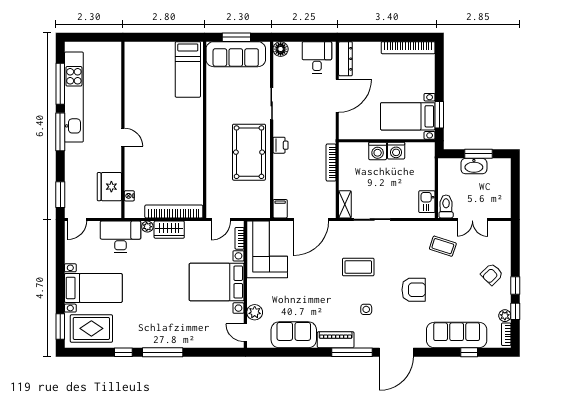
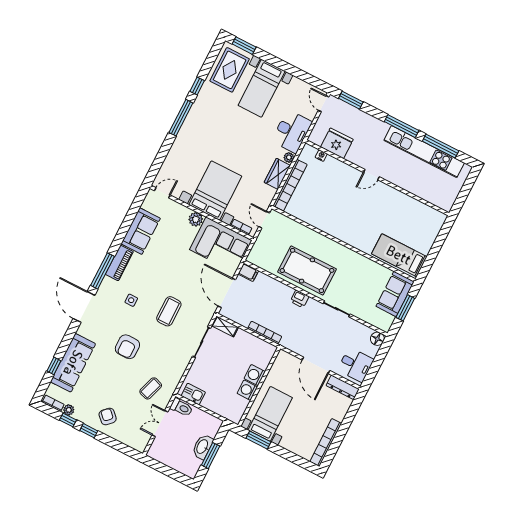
sofa: (236, 54) -> (395, 294), width x0.73
plant: (255, 312) -> (196, 219), moved

